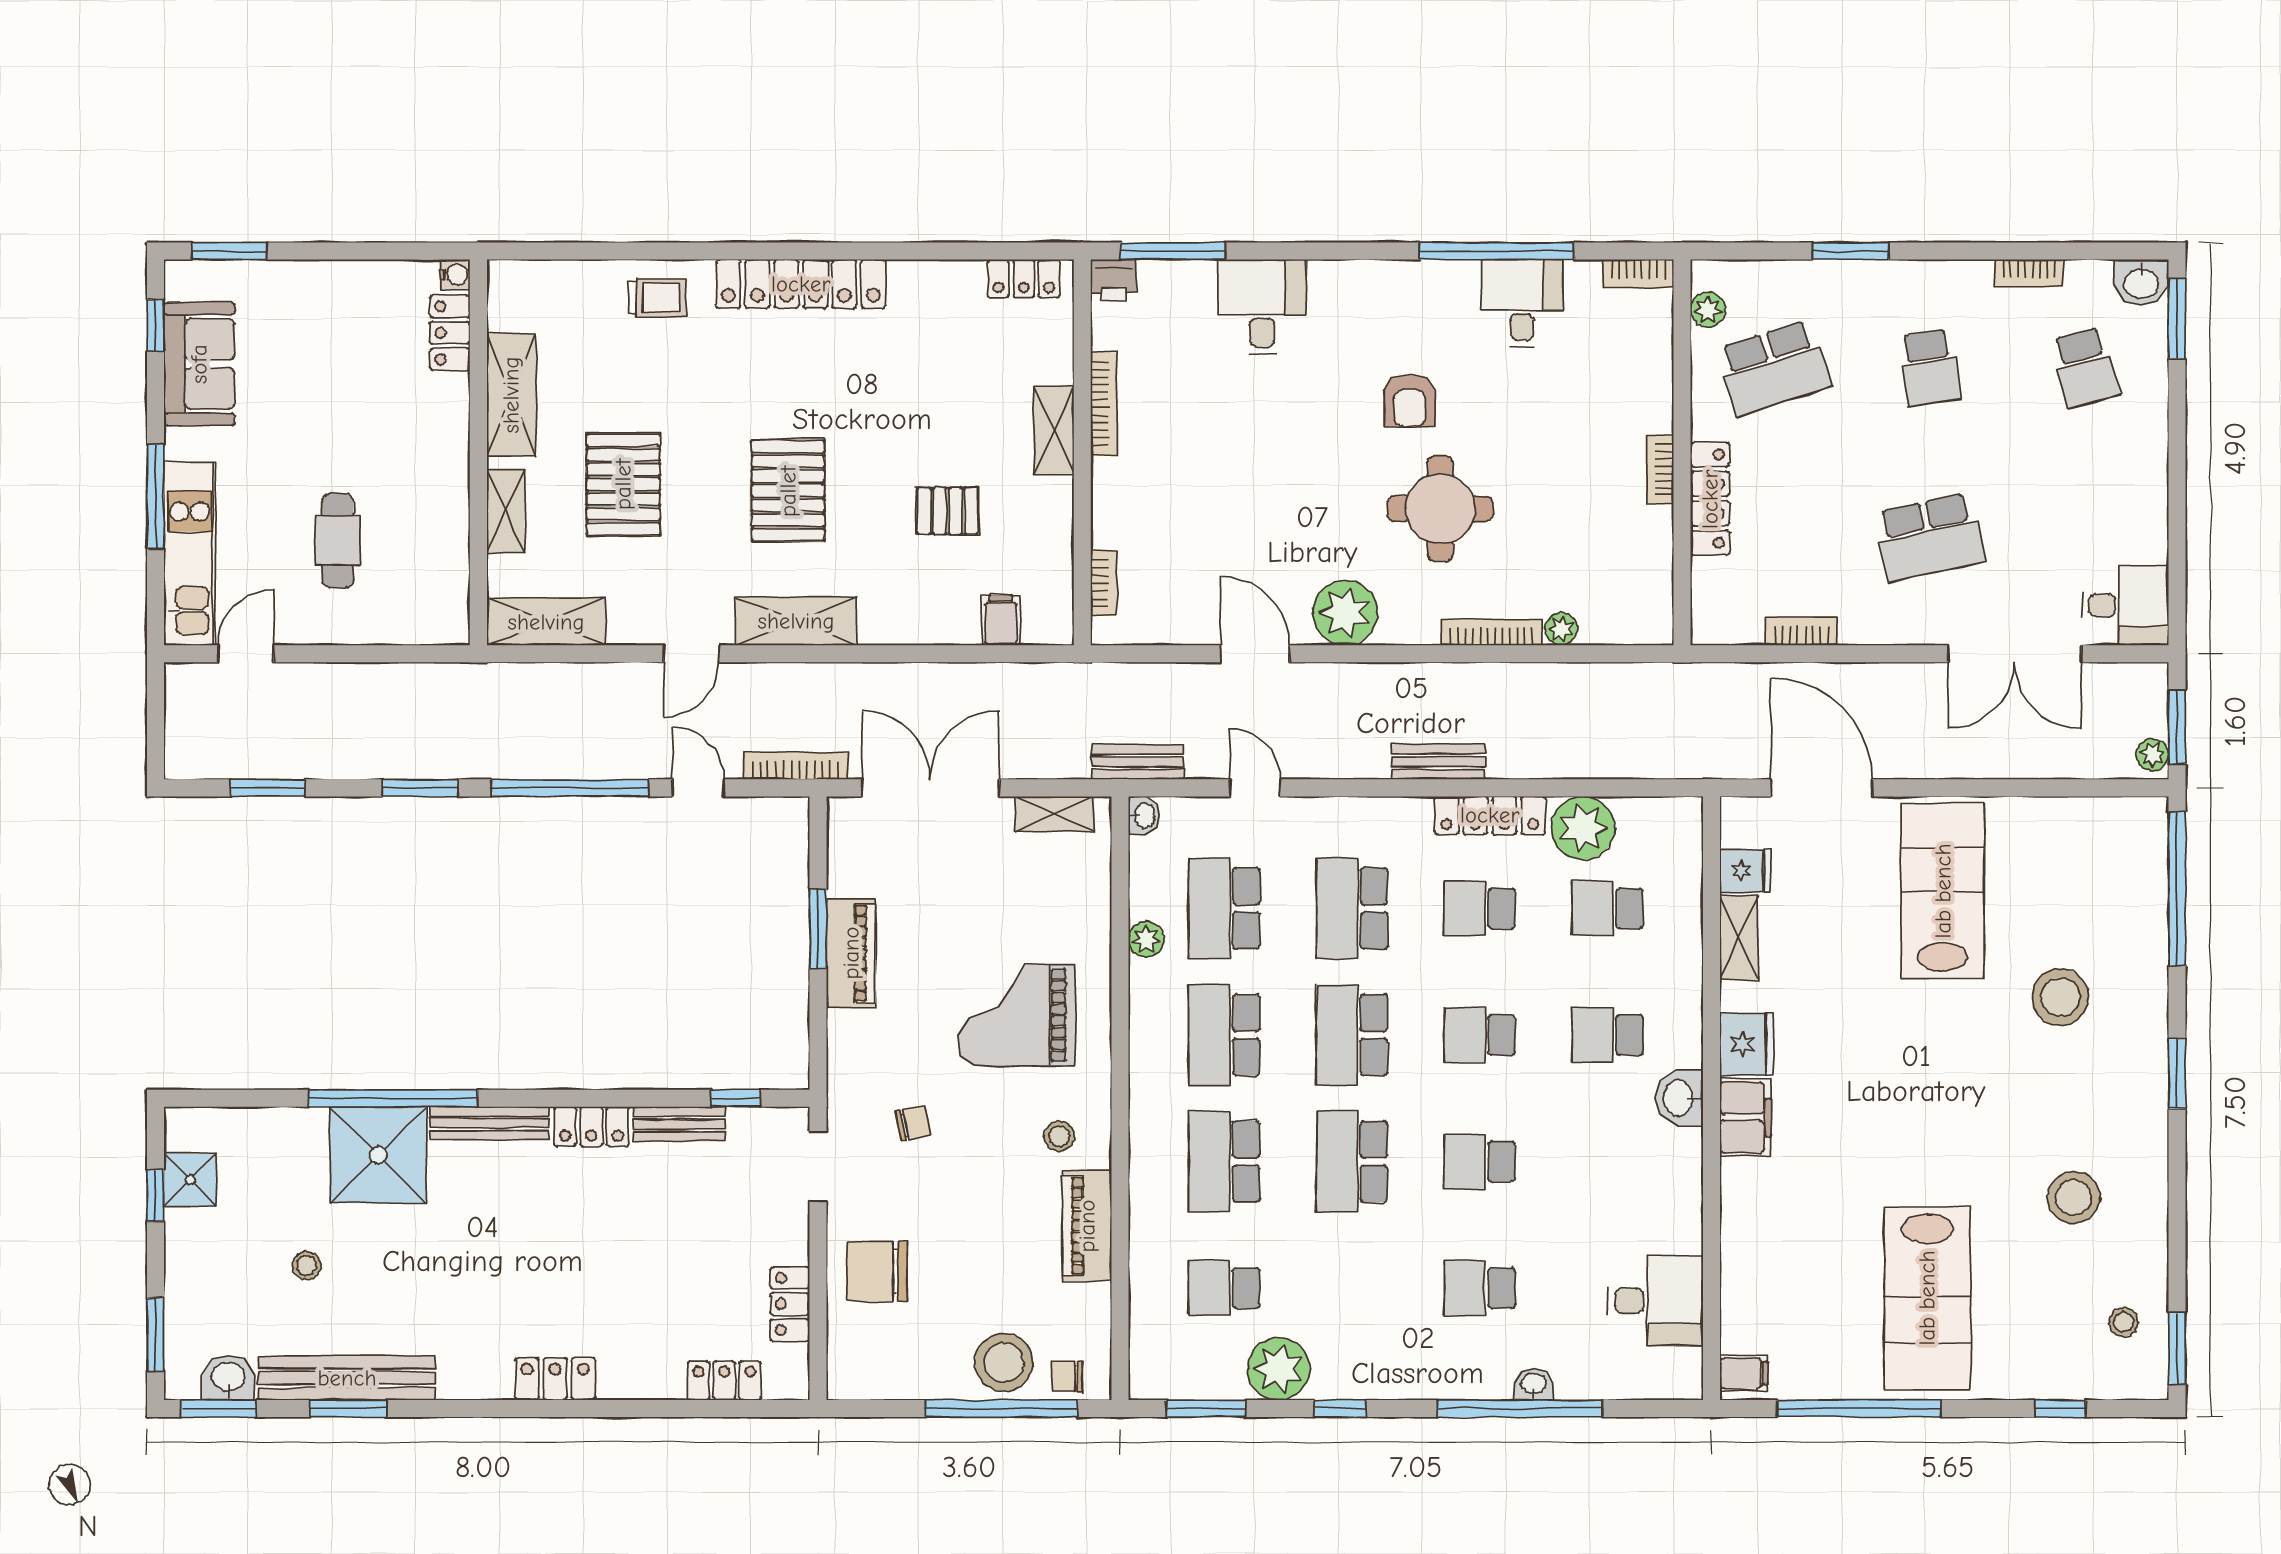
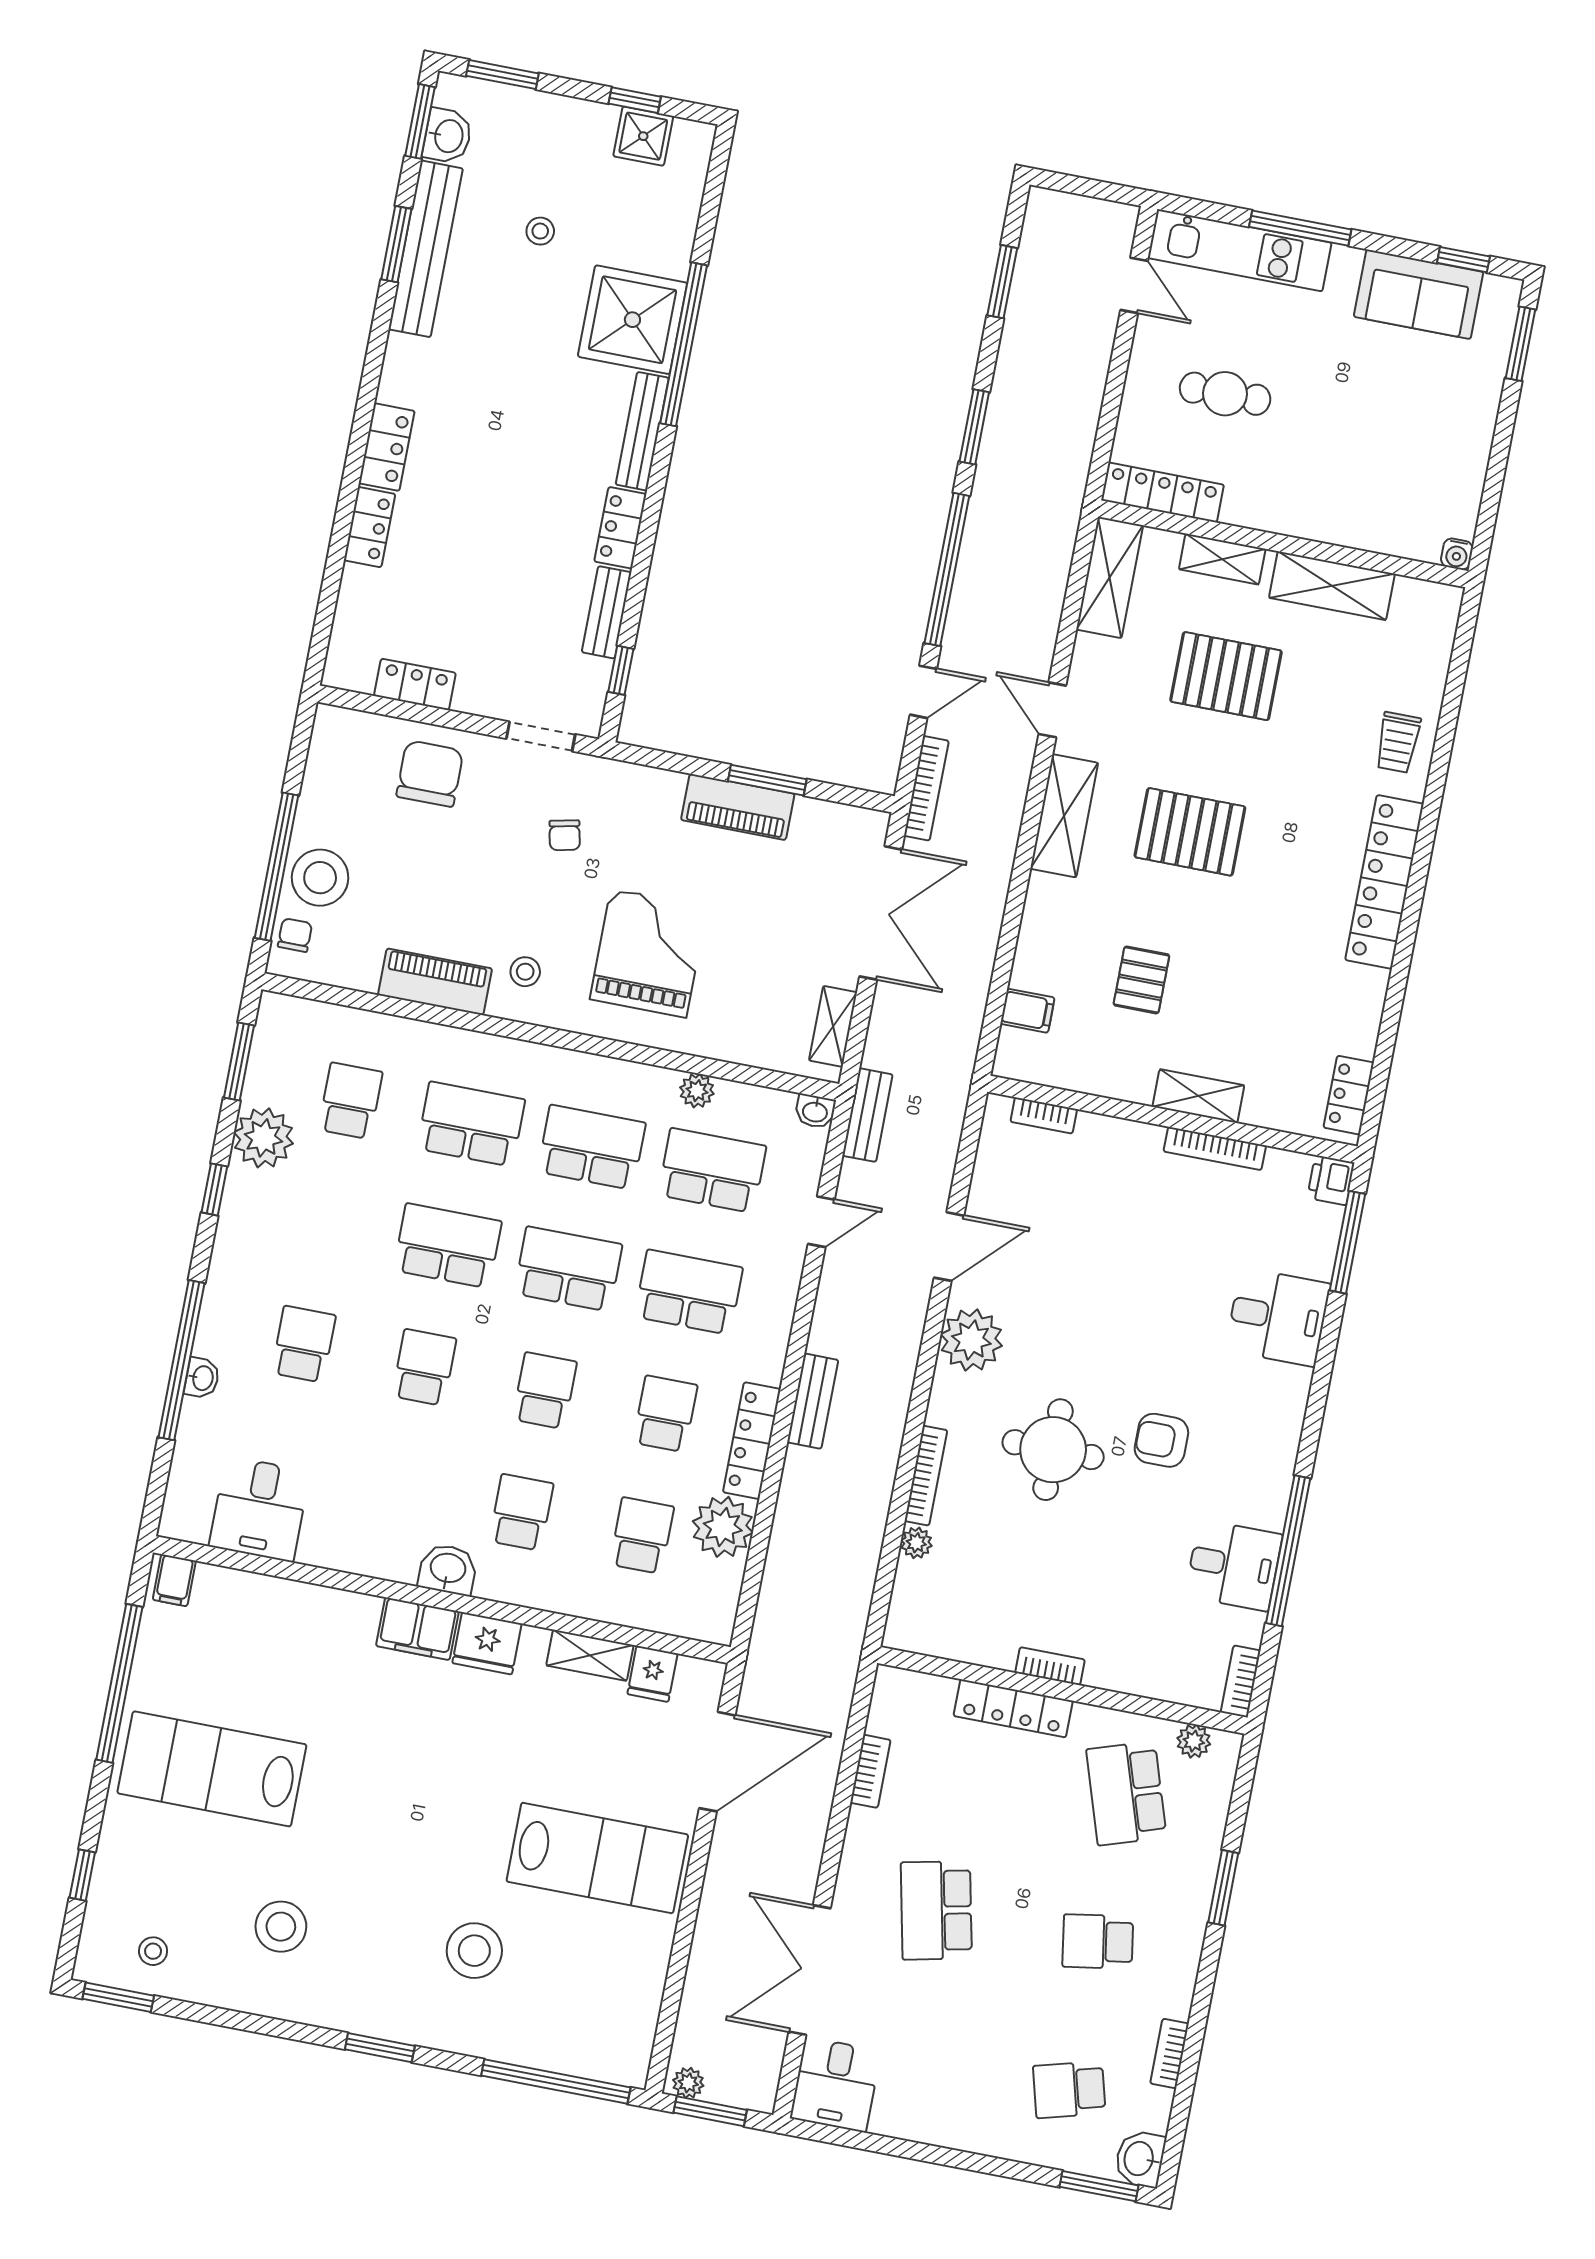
locker: (450, 333) -> (1162, 493), moved, width x1.53
locker: (724, 1381) -> (370, 527), moved

